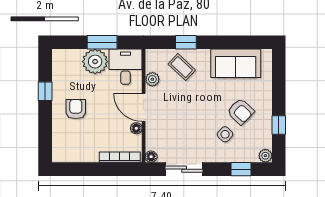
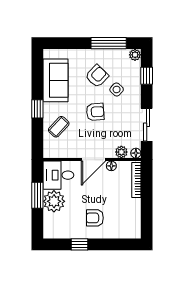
window: (186, 42) -> (37, 109), moved
plant: (152, 79) -> (121, 152), moved
armchair: (199, 109) -> (95, 112), added
window: (279, 125) -> (109, 43), width x2.17

